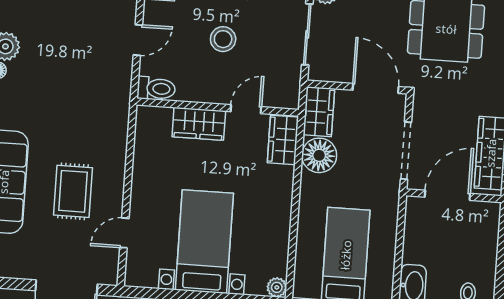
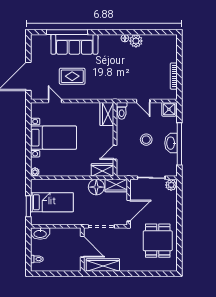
door: (246, 109) -> (115, 152), swing flipped
wardrobe: (199, 124) -> (107, 114), moved

